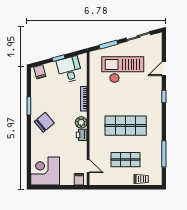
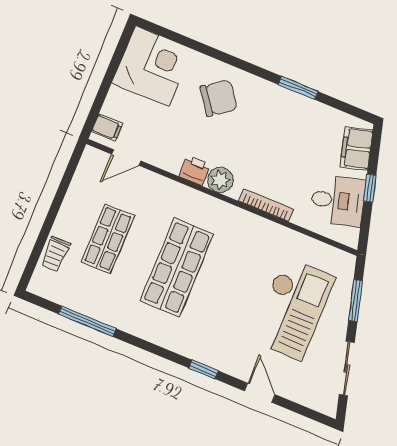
filing cabinet: (40, 72) -> (357, 149), width x2.00
chair: (44, 122) -> (219, 98), moved, turned -86

